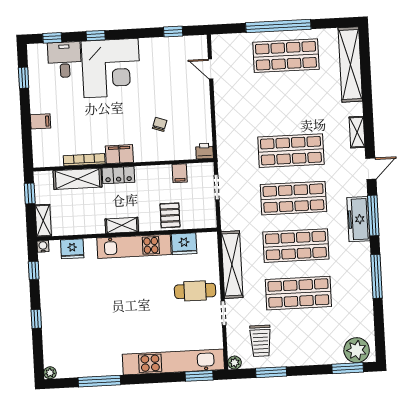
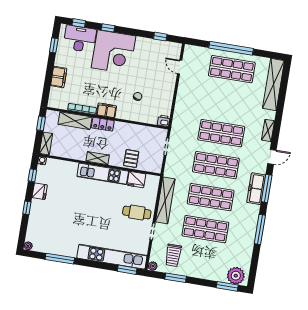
desk: (65, 60) -> (80, 39), width x1.37
filing cabinet: (41, 121) -> (59, 77), width x2.00
filing cabinet: (180, 173) -> (144, 132), removed
fridge: (72, 249) -> (40, 191), moved, turned -90

